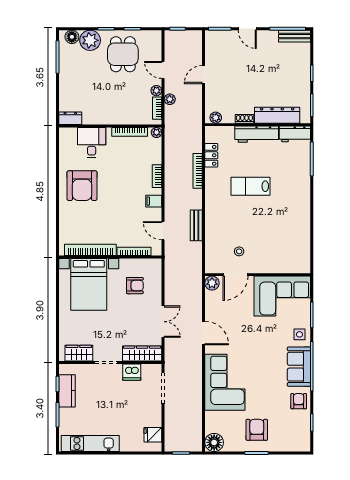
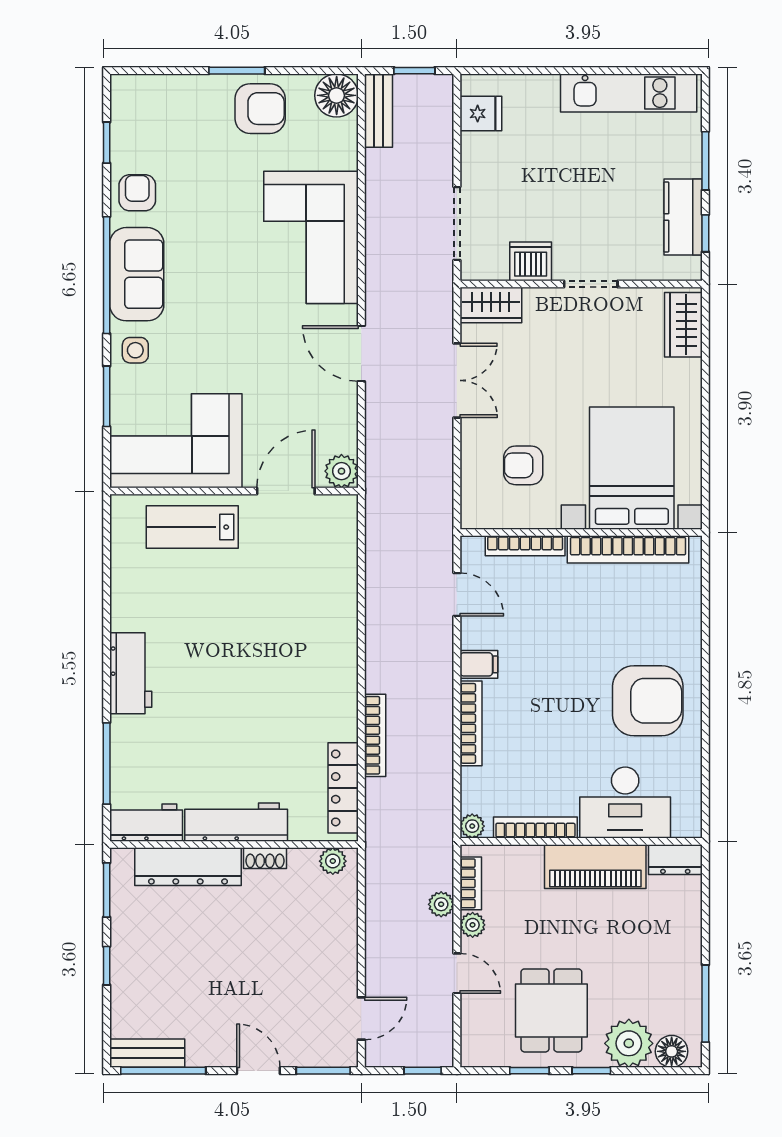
door: (204, 75) -> (361, 1018), moved
piano: (104, 115) -> (595, 867), added
desk: (92, 142) -> (625, 803), width x1.37
locker: (211, 155) -> (343, 788), width x1.53
bookcase: (157, 176) -> (471, 723), width x1.56
armchair: (82, 186) -> (648, 701), turned 90
lab bench: (250, 186) -> (192, 527), moved, turned 180
workbench: (301, 197) -> (131, 673), added
bench: (196, 225) -> (378, 111), moved
stool: (239, 251) -> (278, 546), removed
double door: (163, 322) -> (457, 380), swing flipped
wardrobe: (79, 353) -> (683, 325), moved, turned 90
wardrobe: (142, 354) -> (491, 305), width x0.67
armchair: (299, 401) -> (137, 193), turned 180
armchair: (257, 430) -> (260, 109), moved, turned -90

